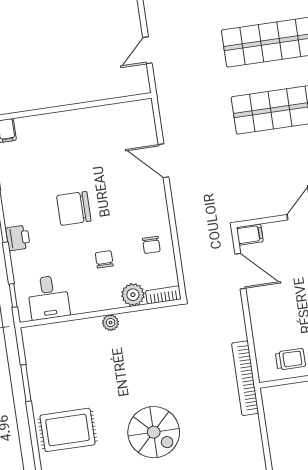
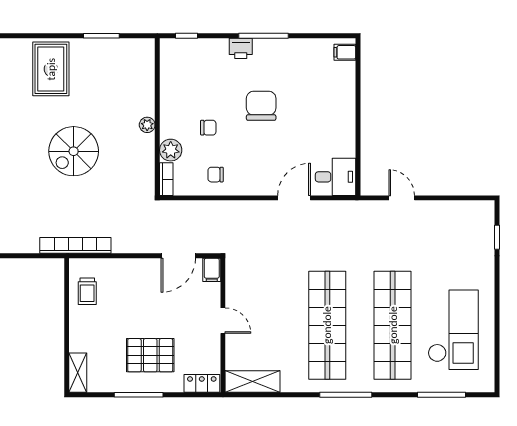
desk: (48, 297) -> (336, 177), moved, turned 180
spiral stairs: (154, 432) -> (74, 151), moved

